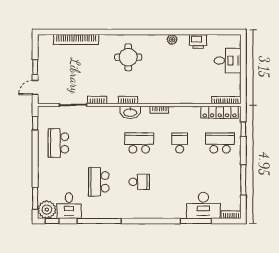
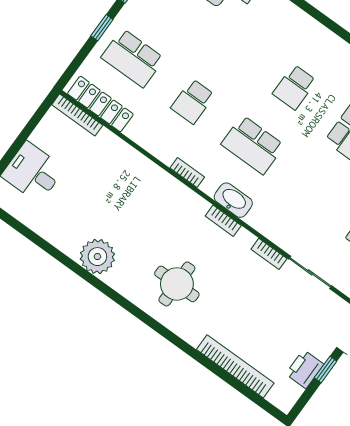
plant: (172, 39) -> (97, 257), width x1.87, depth x1.87
printer: (198, 41) -> (305, 369), moved, turned -90
window: (243, 129) -> (102, 28), moved
school desk: (139, 182) -> (294, 87), turned -90

